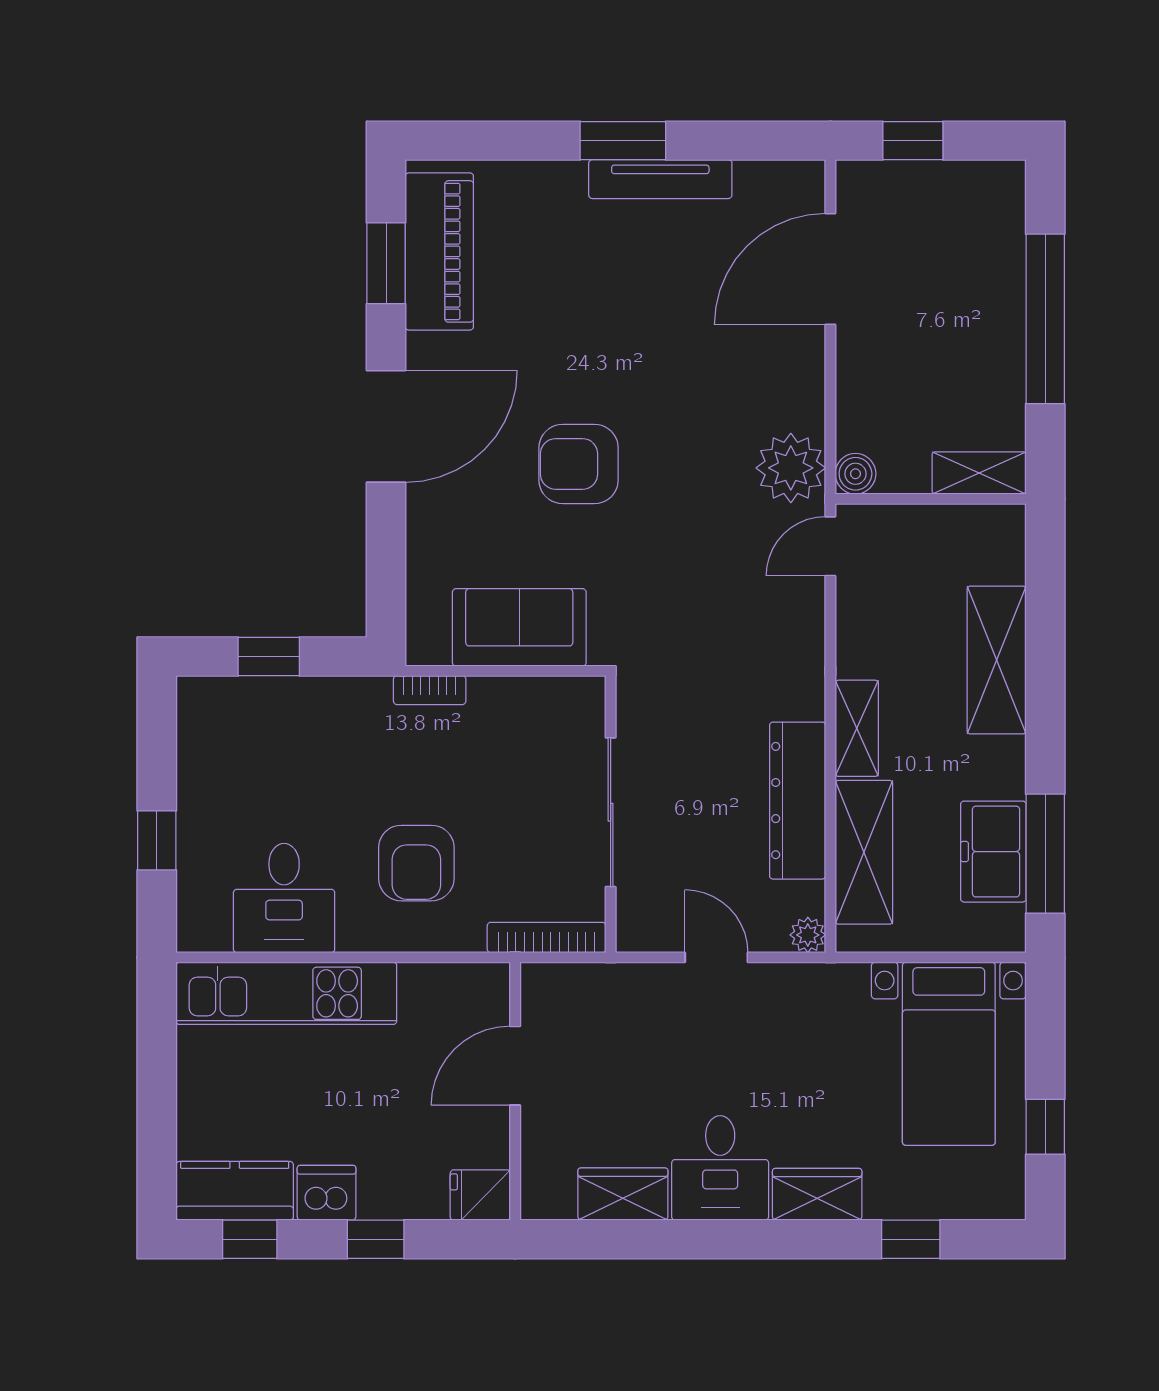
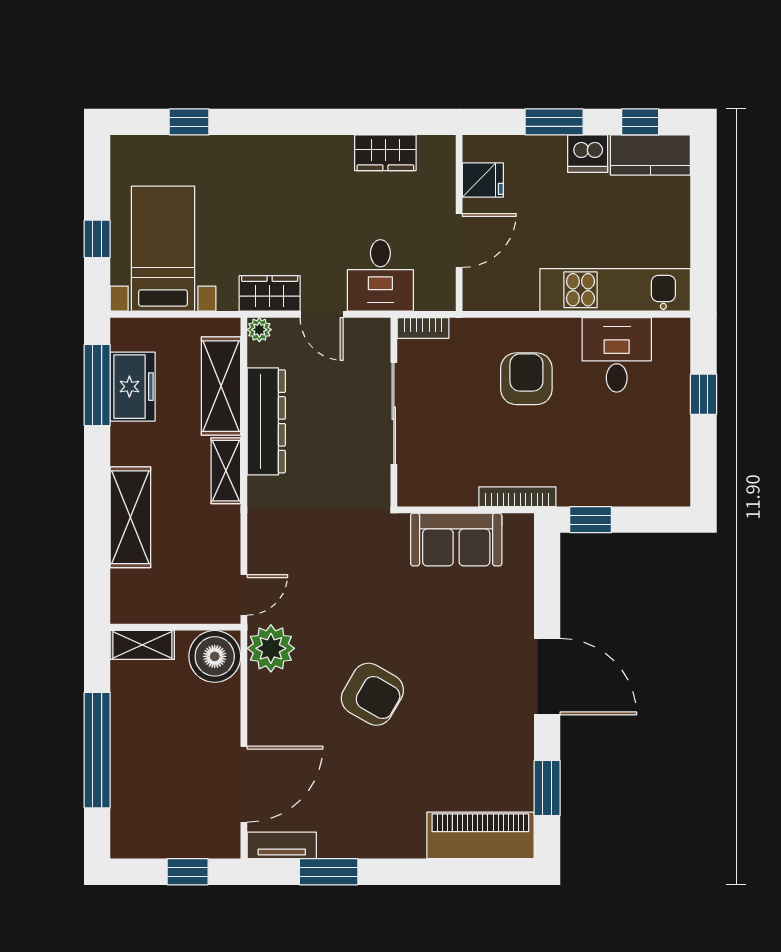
window: (623, 141) -> (329, 872), moved
tv unit: (660, 179) -> (282, 845), moved, width x0.71
piano: (439, 251) -> (480, 835), moved, turned 90
door: (386, 426) -> (547, 677), swing flipped
armchair: (579, 464) -> (372, 694), moved, turned 30
boiler: (855, 474) -> (215, 656), width x1.86, depth x1.86
window: (269, 657) -> (591, 520), moved
bookcase: (430, 690) -> (517, 497), width x1.56
bookcase: (547, 938) -> (423, 328), width x0.64
window: (1045, 1127) -> (97, 239), moved
desk: (720, 1168) -> (380, 275), moved, turned 180
wardrobe: (817, 1194) -> (270, 293), moved, turned 180
fridge: (480, 1195) -> (483, 180), moved
window: (376, 1239) -> (554, 122), width x1.50

